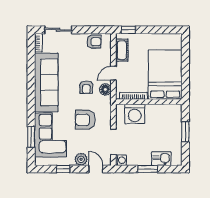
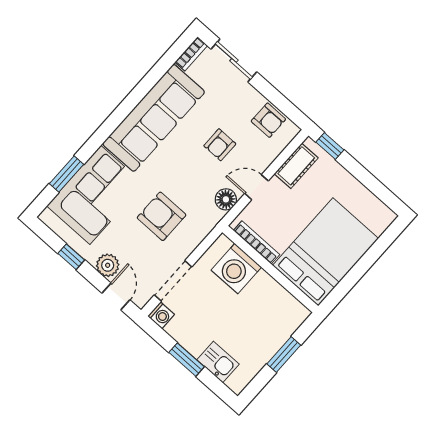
armchair: (86, 87) -> (220, 145), moved

